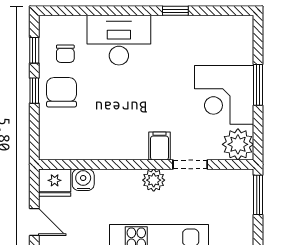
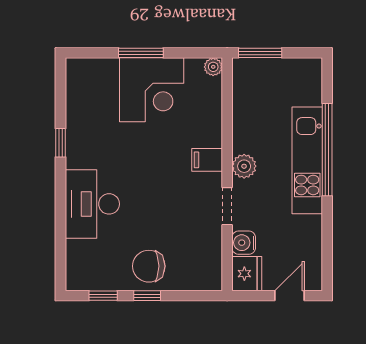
chair: (65, 54) -> (107, 262), removed
plant: (238, 144) -> (213, 67), width x0.53, depth x0.53
doorway: (190, 164) -> (227, 206), moved

